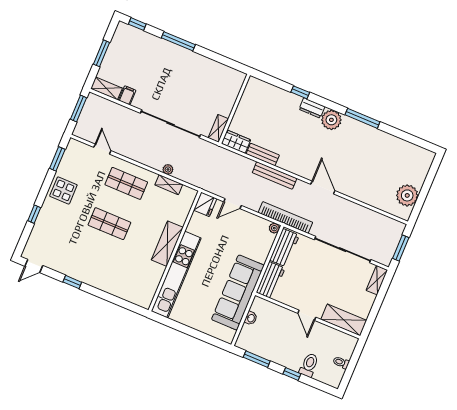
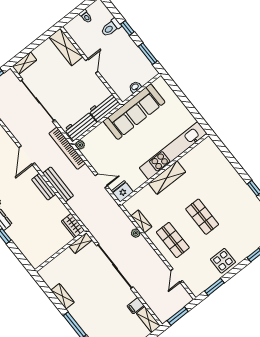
shelving: (207, 64) -> (63, 296), added
bench: (263, 154) -> (44, 187), moved

